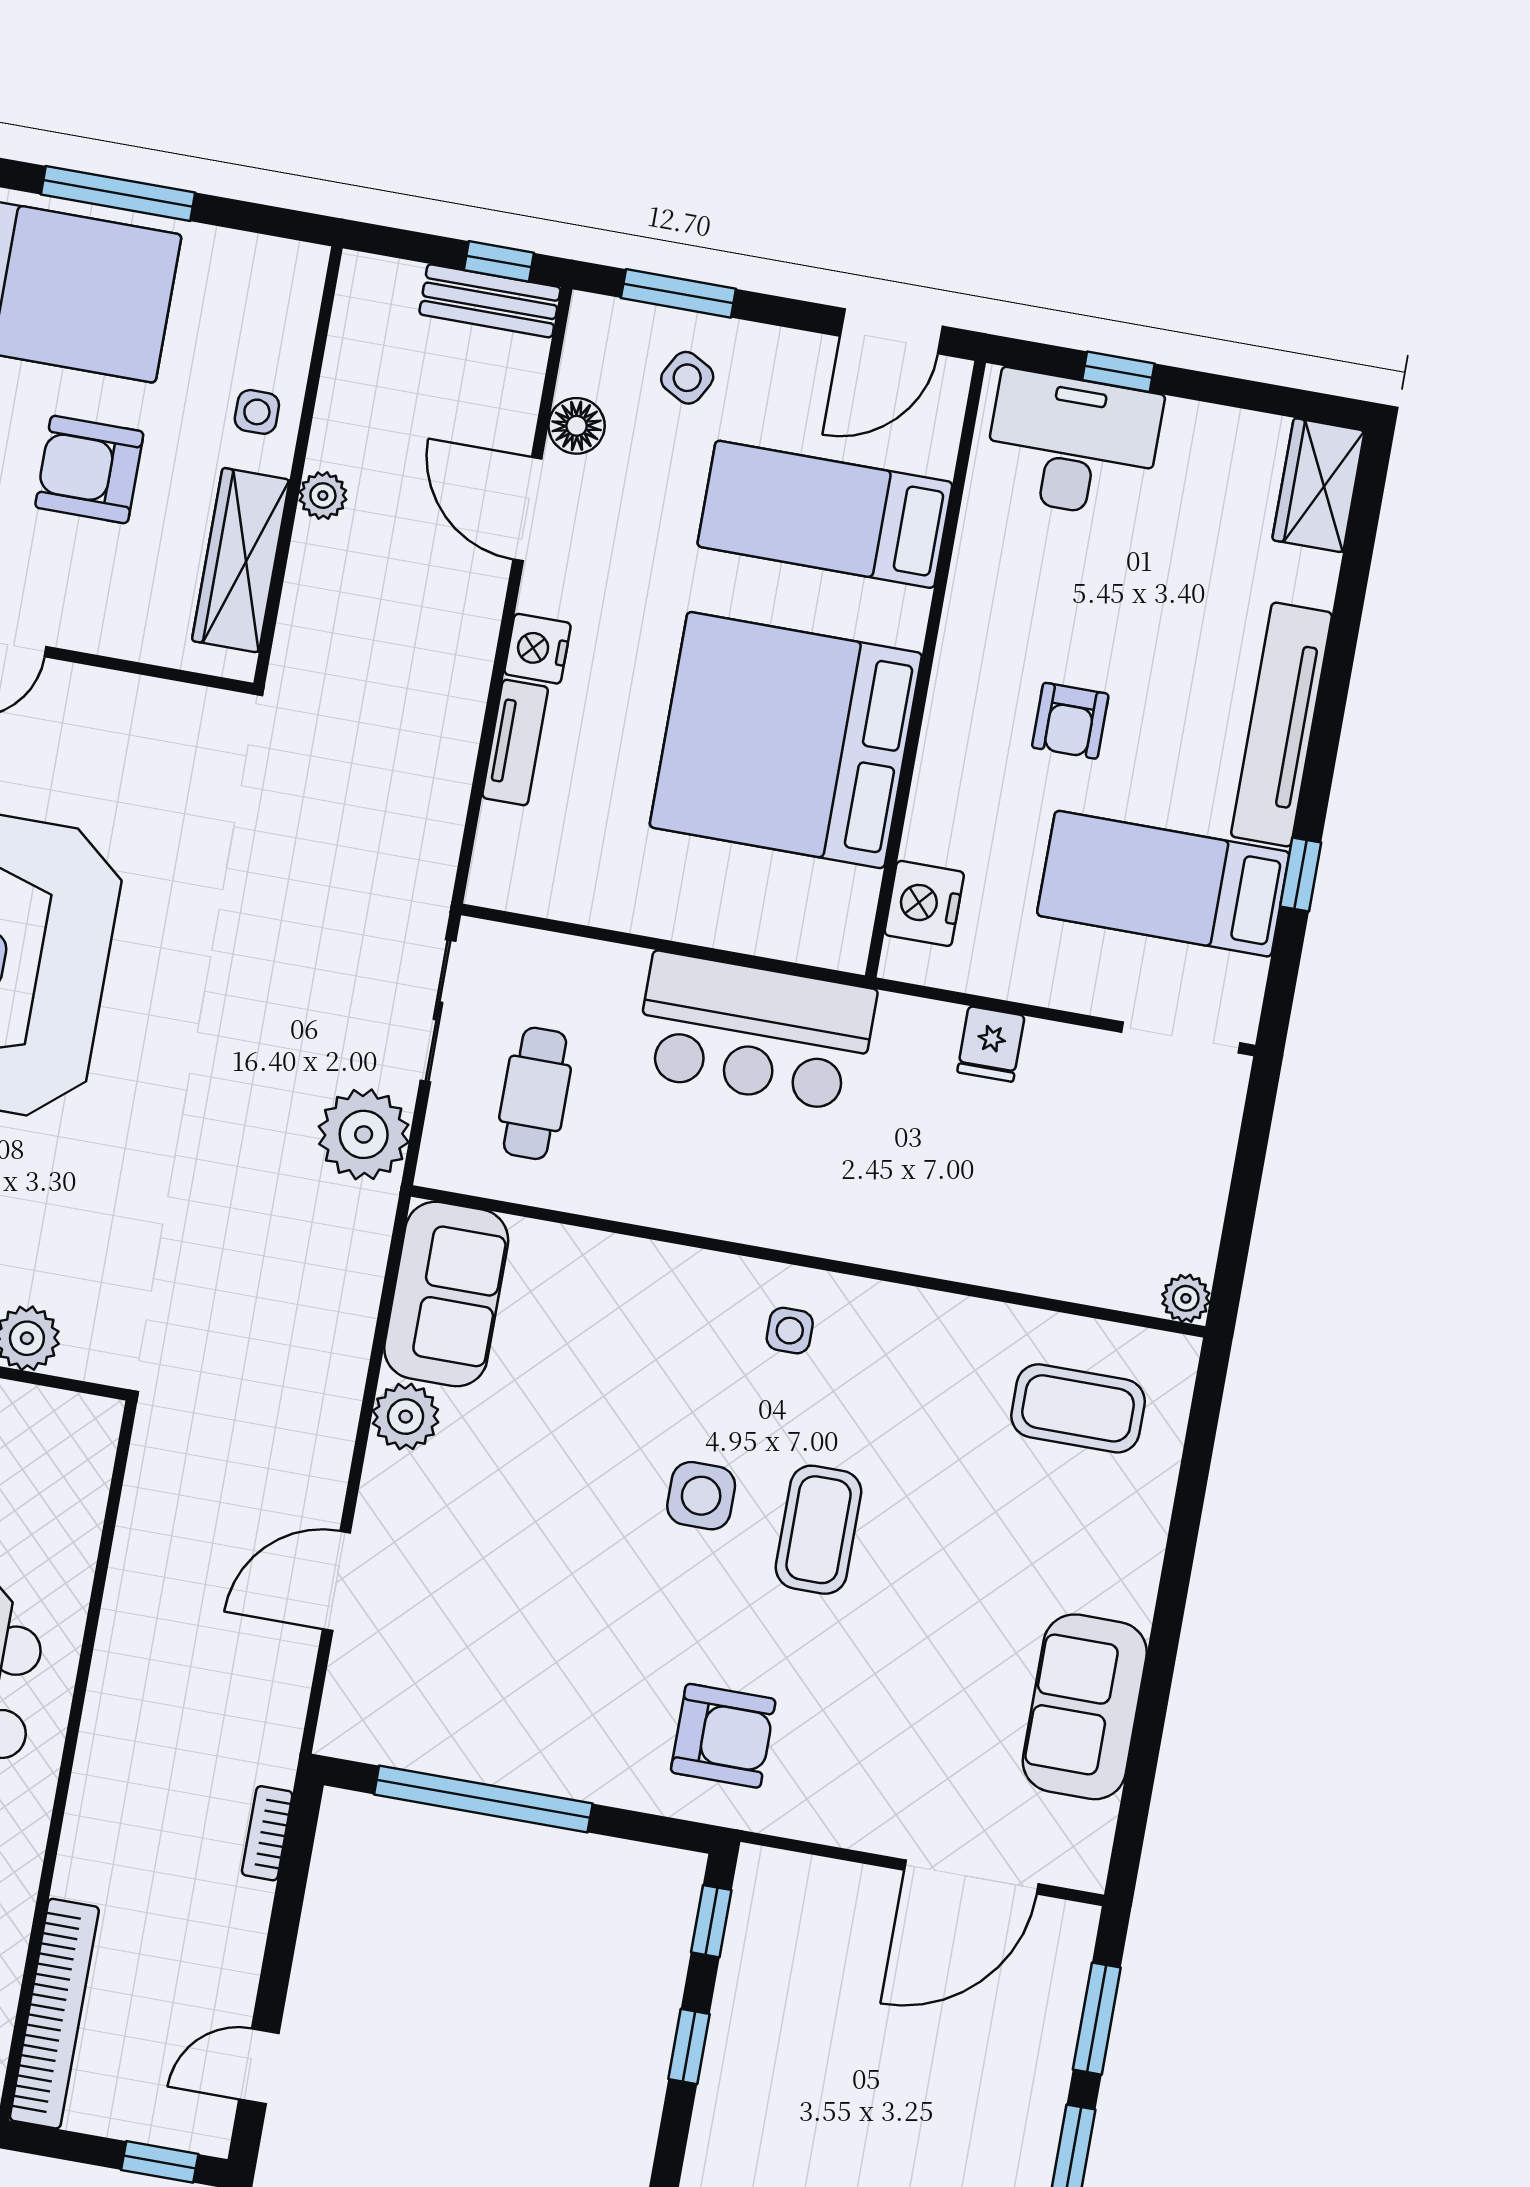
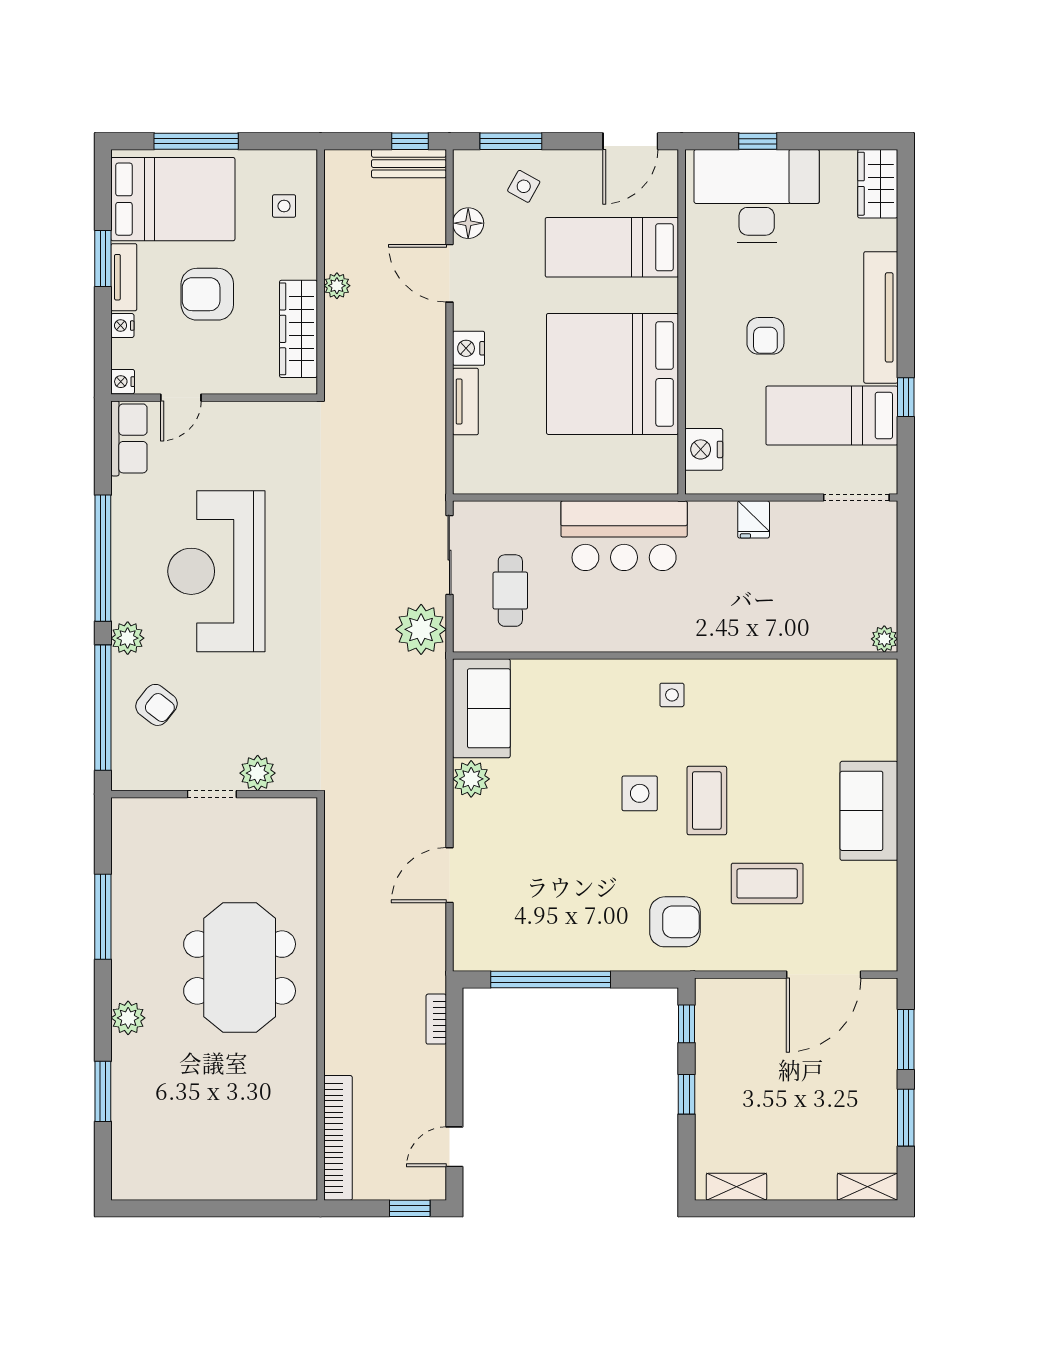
side table: (257, 412) -> (284, 206), moved
desk: (1073, 444) -> (757, 196), width x1.36, depth x1.30
coffee table: (1078, 1408) -> (767, 883), moved
sofa: (1085, 1707) -> (869, 811), moved

